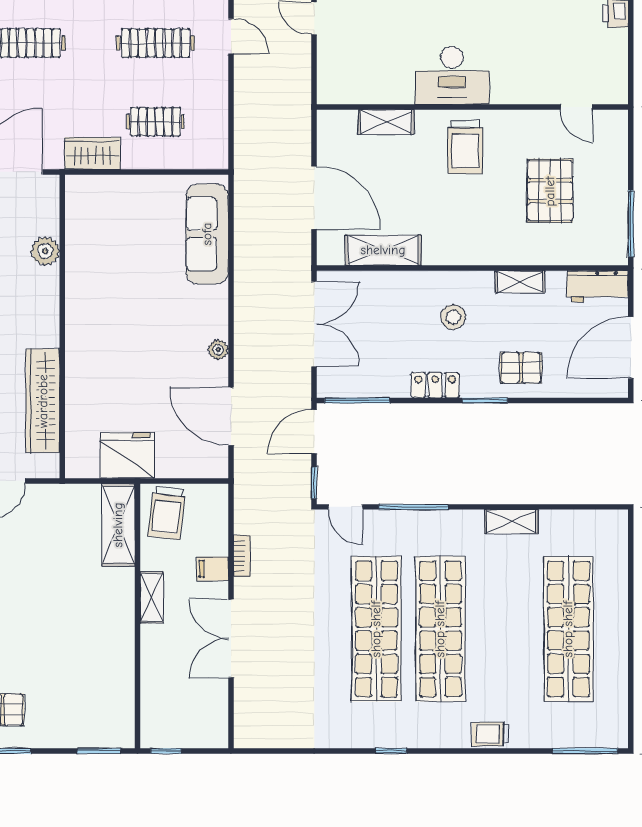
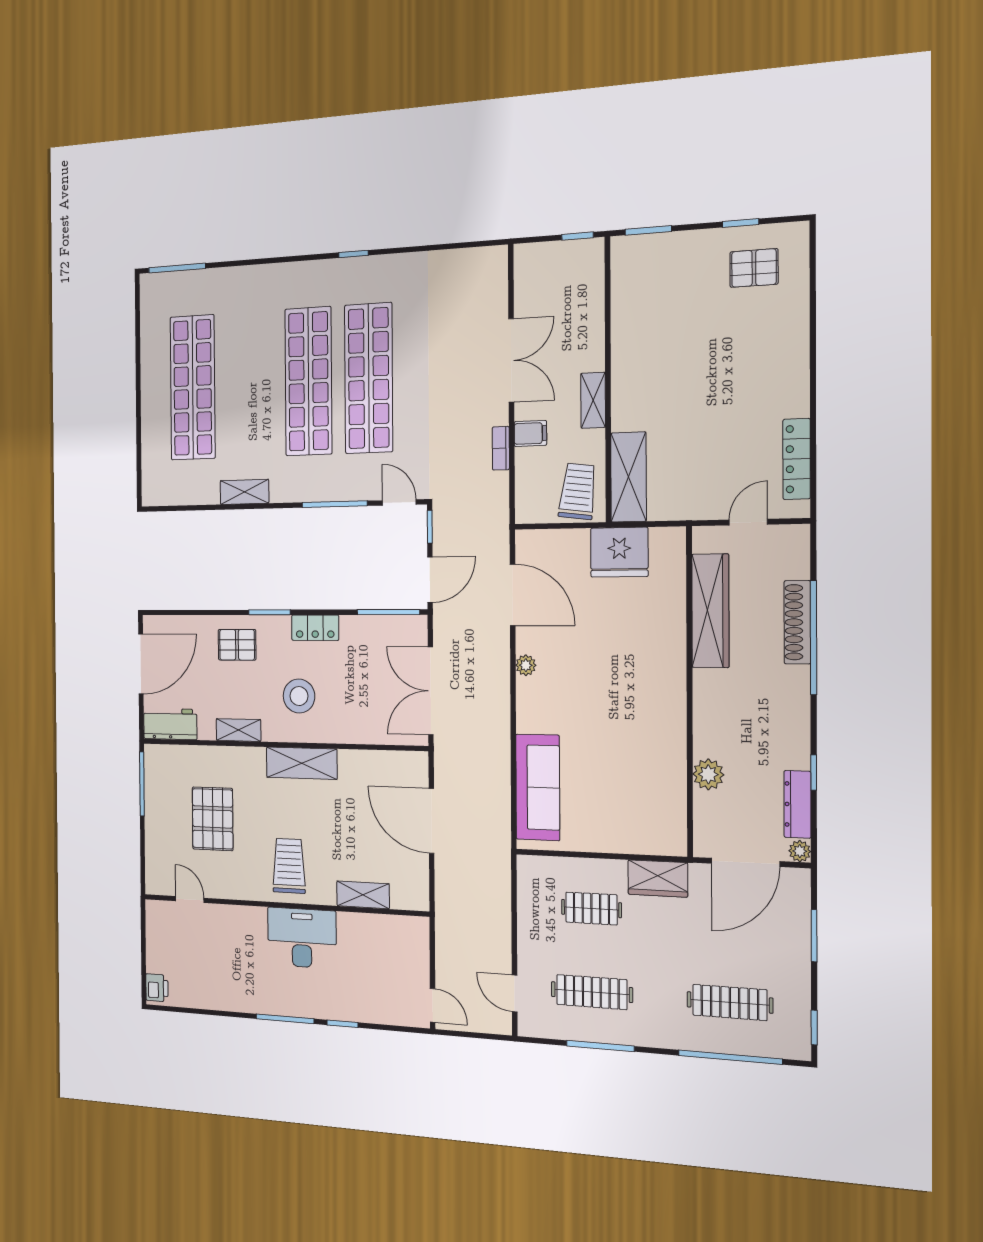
shelving: (383, 250) -> (302, 763), moved
stool: (453, 317) -> (299, 696), width x1.38, depth x1.38
trolley: (490, 734) -> (262, 278), removed

